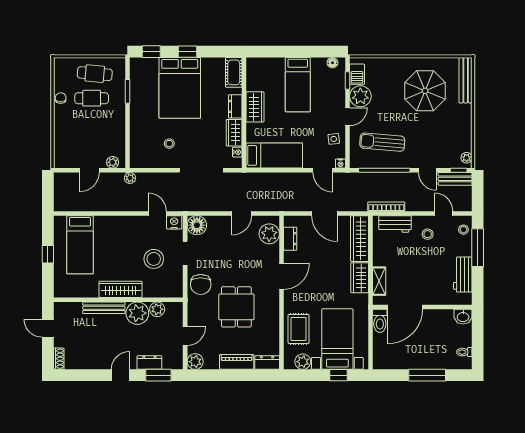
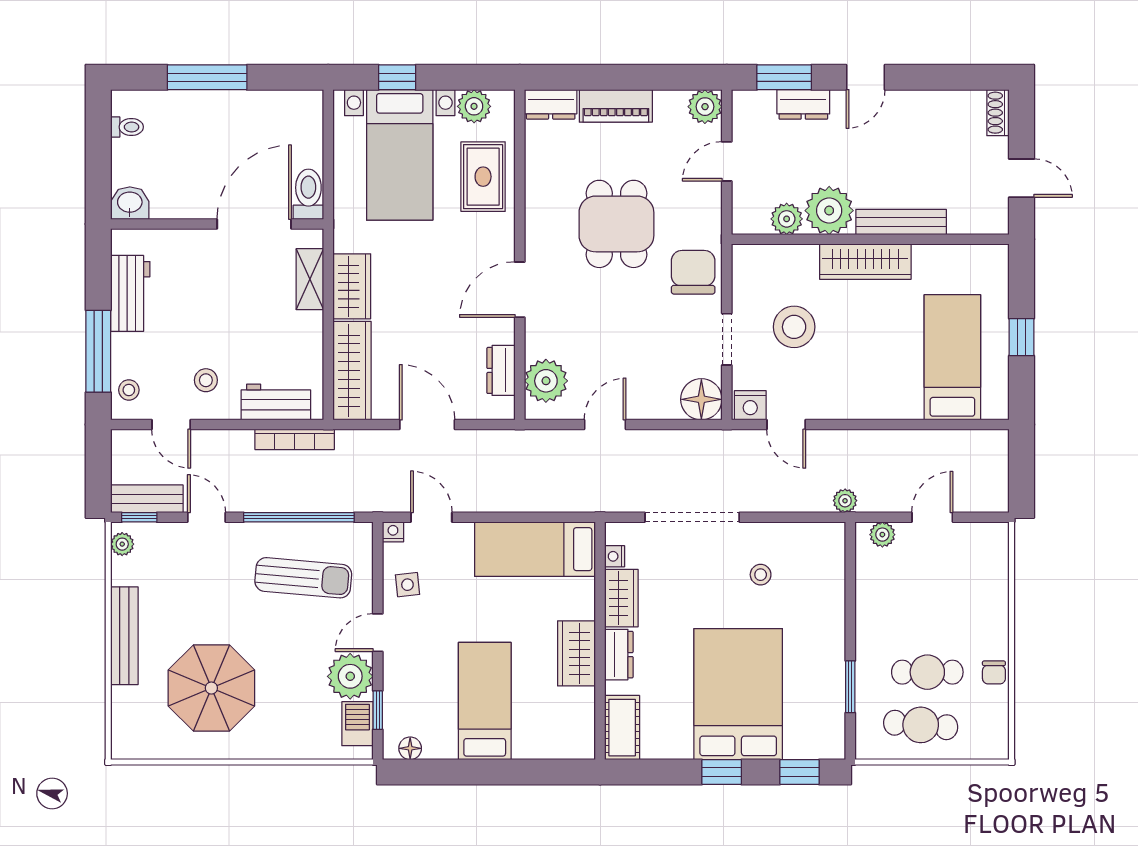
bench: (466, 80) -> (124, 636), moved

